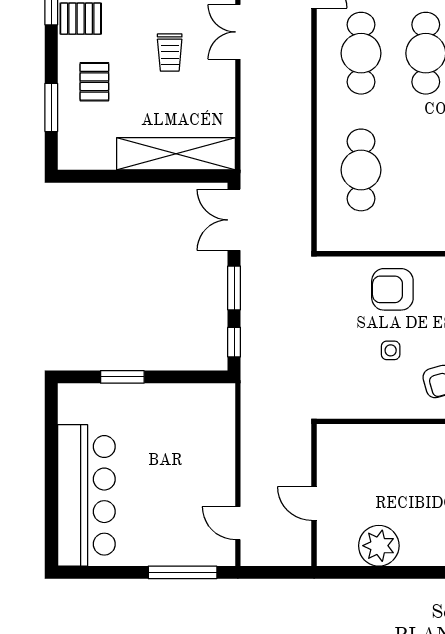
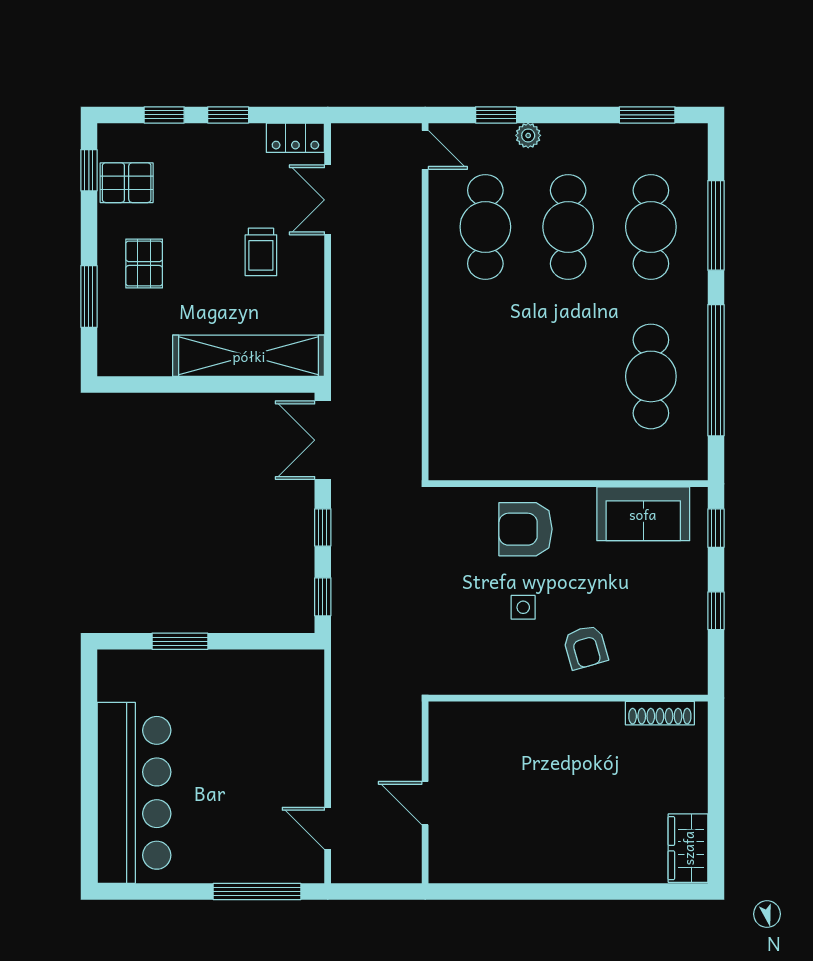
trolley: (170, 53) -> (261, 252), moved
cafe table: (361, 170) -> (485, 376), removed
window: (234, 288) -> (323, 527), width x0.67
plant: (379, 546) -> (508, 857), removed

